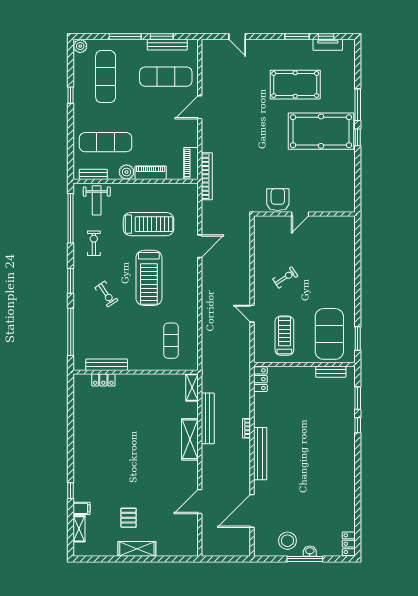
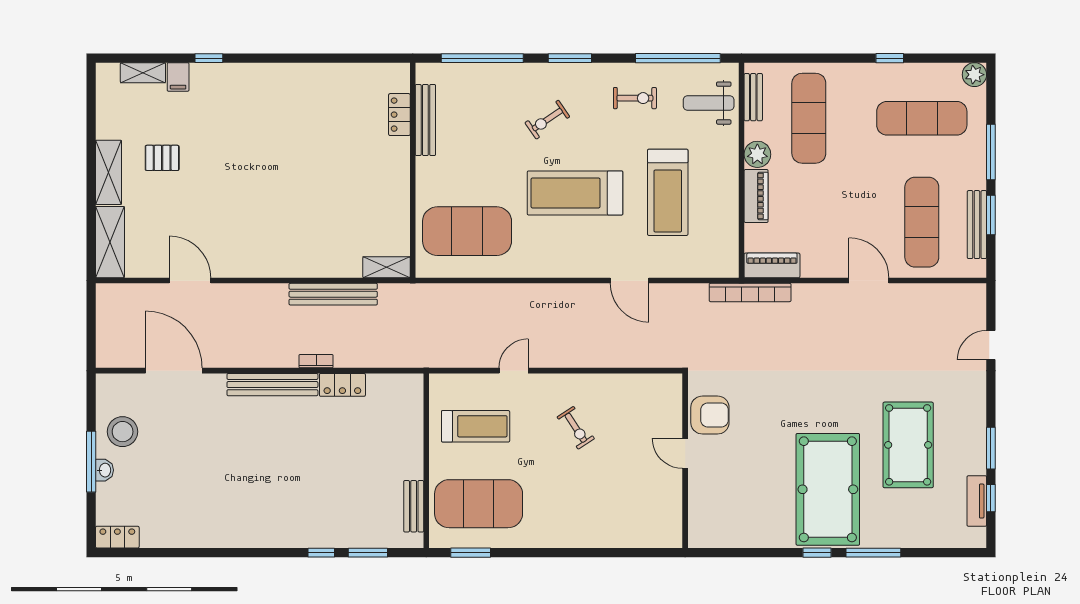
exercise mat: (171, 341) -> (467, 231), width x2.00, depth x1.45
locker: (260, 379) -> (342, 385), moved
shelving: (190, 439) -> (110, 242), moved, turned 90

